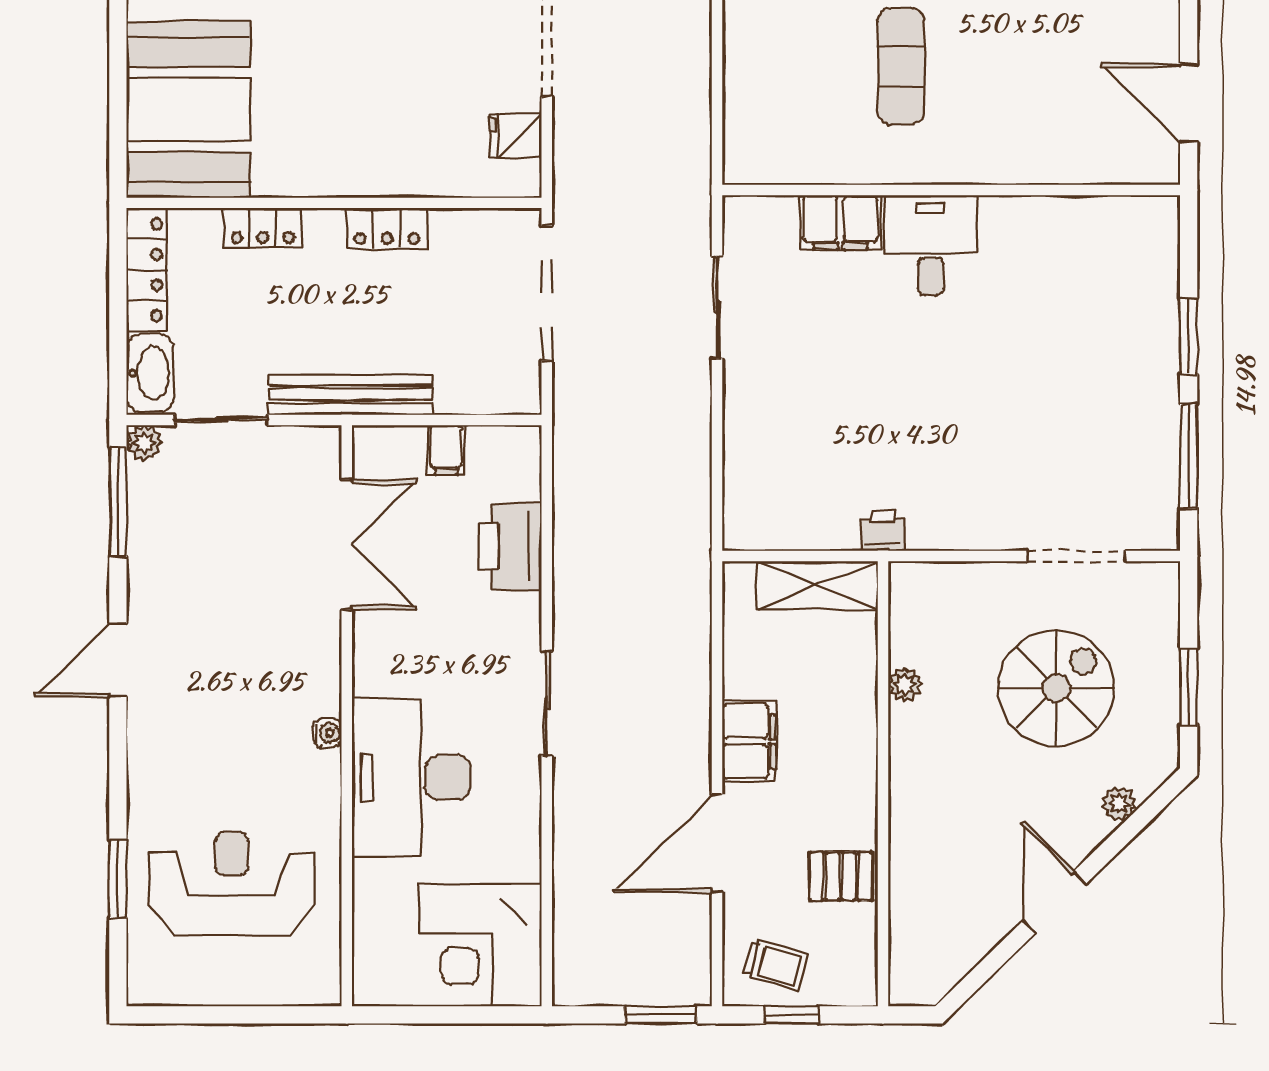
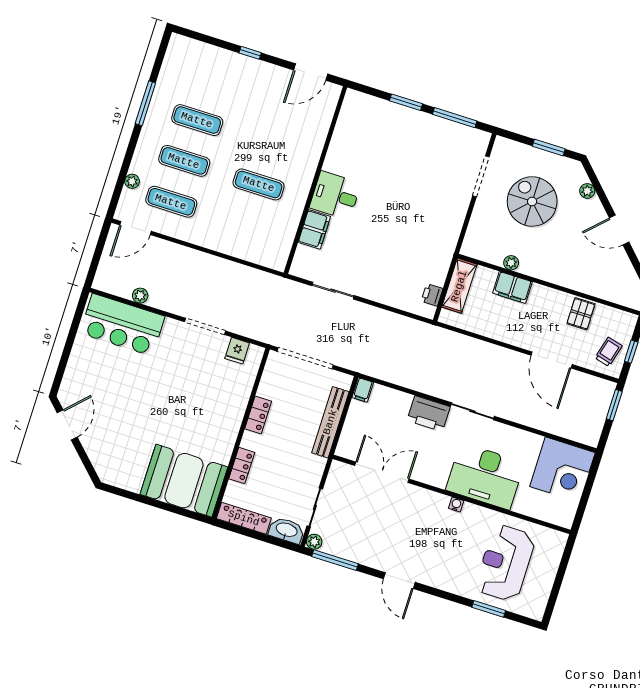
bench: (351, 394) -> (330, 422), moved
filing cabinet: (446, 450) -> (363, 390), moved, turned 90
printer: (883, 531) -> (432, 295), moved
printer: (510, 547) -> (429, 414), moved
filing cabinet: (749, 741) -> (512, 287), moved, turned 180

